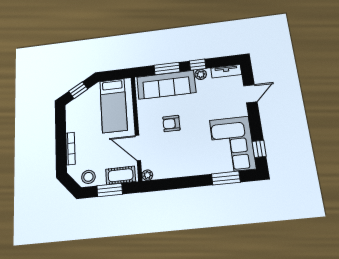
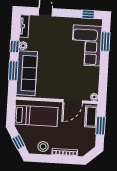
armchair: (171, 123) -> (58, 74), removed
corner sofa: (232, 144) -> (87, 45), moved, turned 90
stool: (88, 177) -> (43, 146), moved

